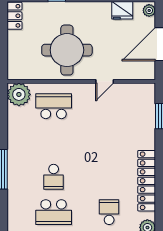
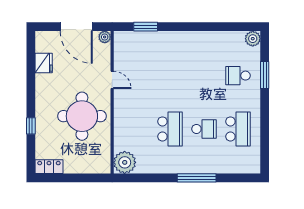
plant: (149, 10) -> (105, 37), moved
school desk: (54, 106) -> (170, 129), moved, turned 180
locker: (147, 181) -> (208, 39), removed

